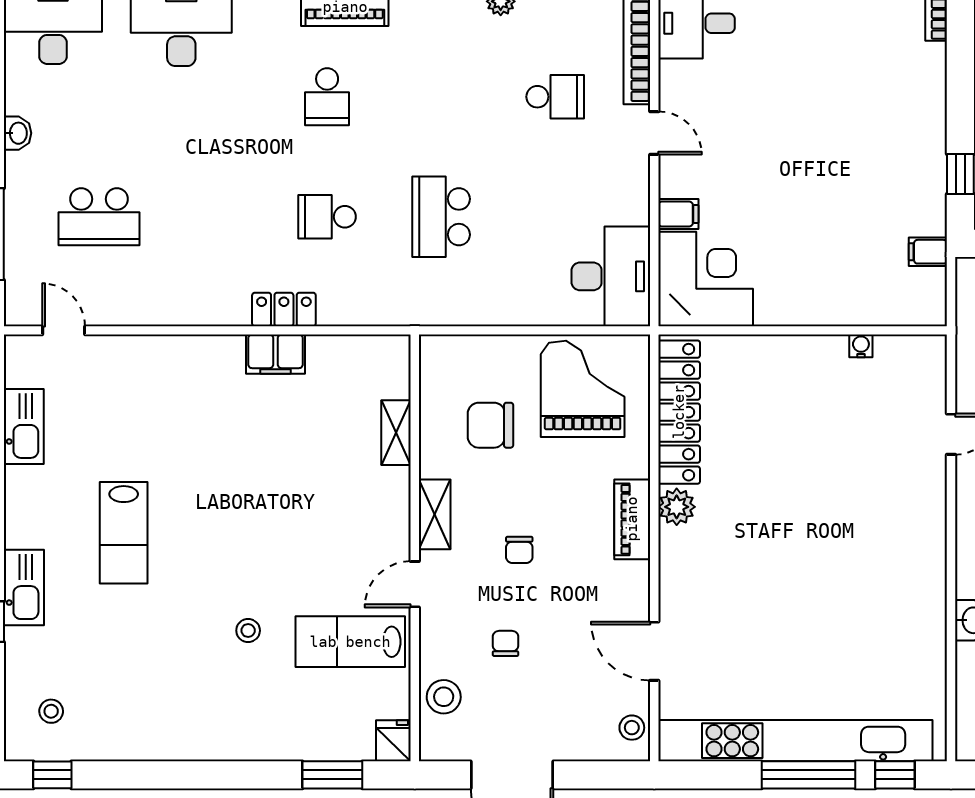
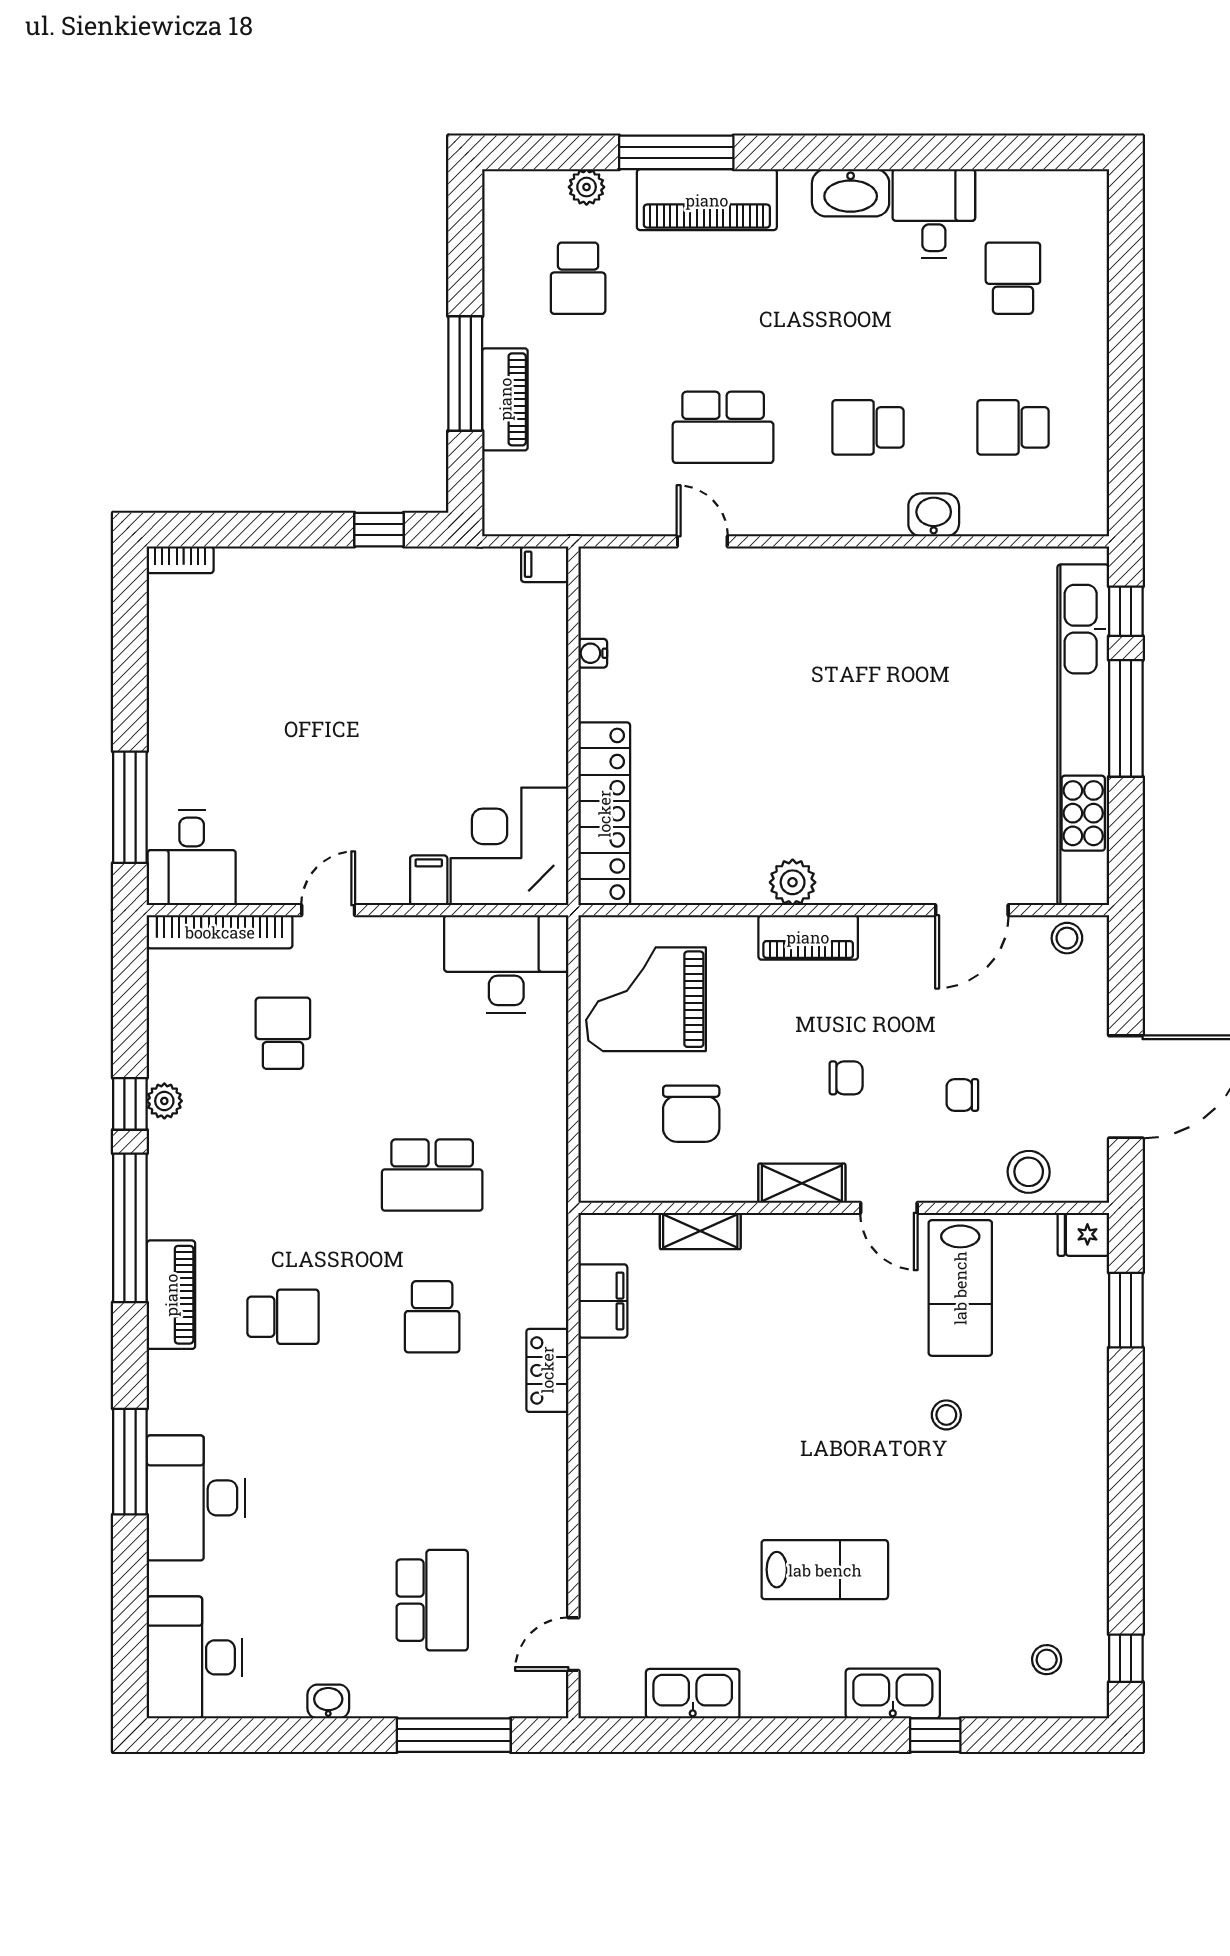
filing cabinet: (928, 252) -> (545, 564), moved, turned 90
filing cabinet: (275, 354) -> (603, 1301), moved
locker: (679, 412) -> (604, 814), moved, turned 90

